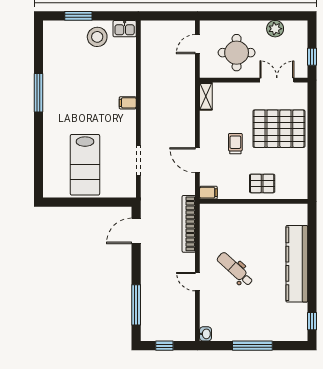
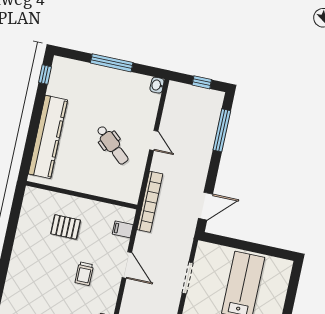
pallet: (279, 129) -> (36, 279), removed
wall: (254, 201) -> (82, 195), moved

